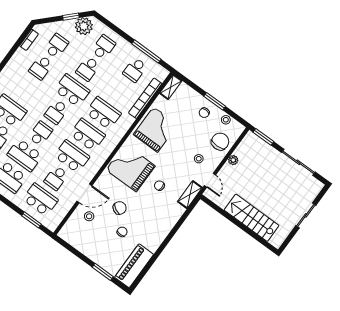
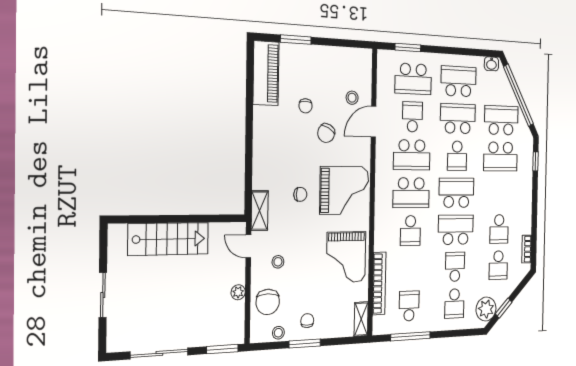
school desk: (41, 67) -> (499, 229), turned 180
school desk: (72, 90) -> (456, 230), turned 180
school desk: (56, 112) -> (456, 193), width x1.85
school desk: (103, 113) -> (410, 231), width x0.54

